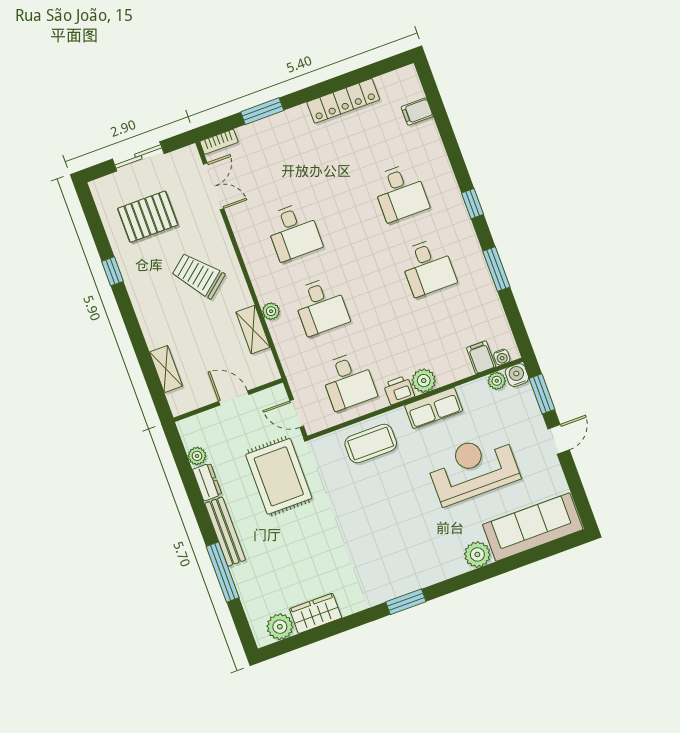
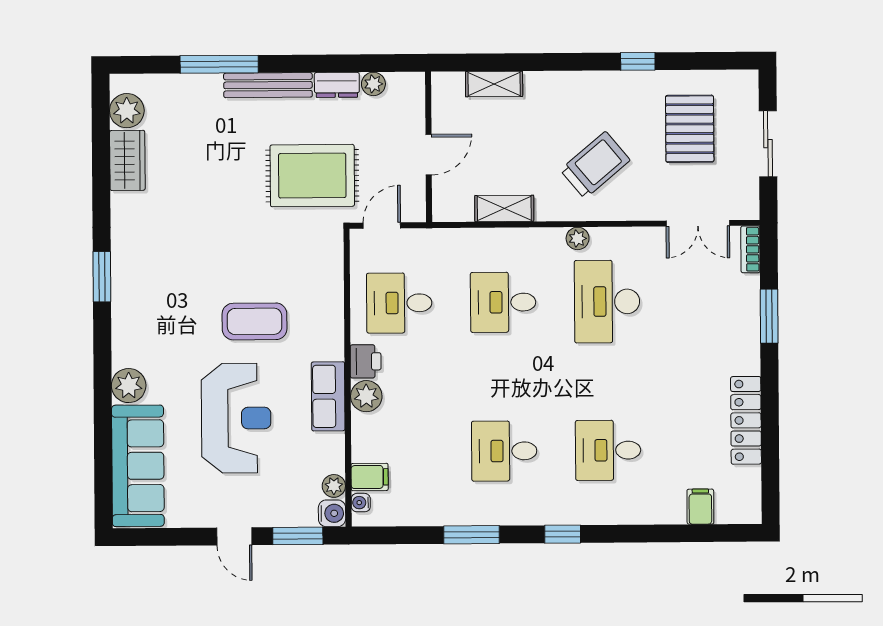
desk: (293, 232) -> (607, 301), width x1.37
plant: (271, 311) -> (578, 238), moved
coffee table: (371, 443) -> (255, 321), moved, turned 90

